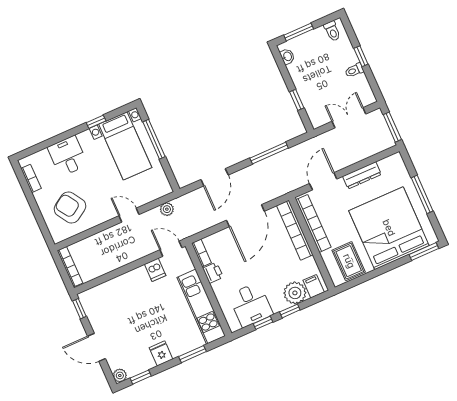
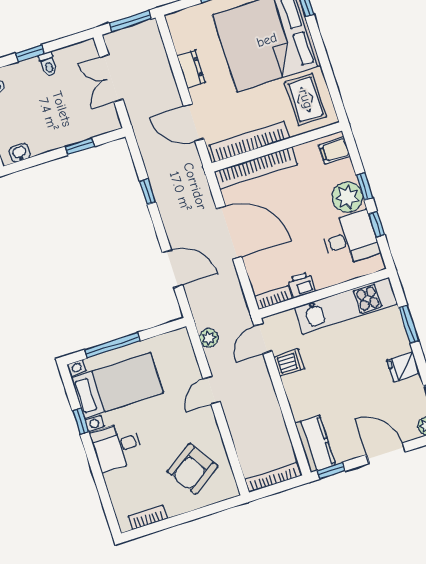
window: (269, 153) -> (148, 192), width x0.46
desk: (68, 156) -> (117, 446), moved
dresser: (362, 175) -> (191, 69), width x0.70
rug: (349, 261) -> (306, 99), turned 90
plant: (295, 293) -> (347, 197), moved
kitchen counter: (98, 295) -> (315, 444), added
door: (97, 347) -> (386, 453), swing flipped

